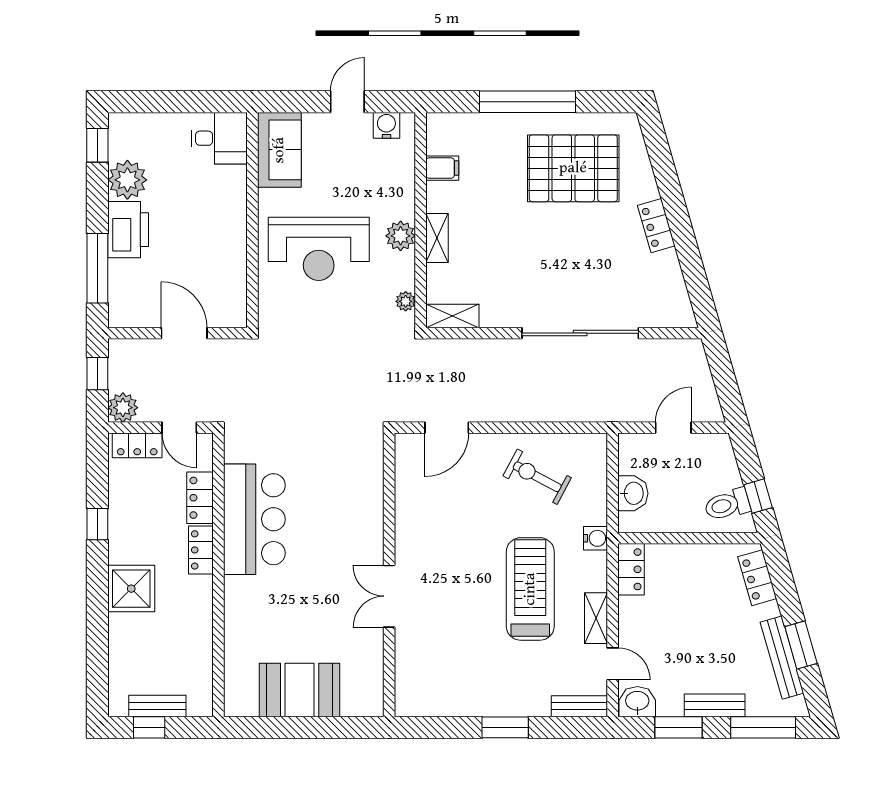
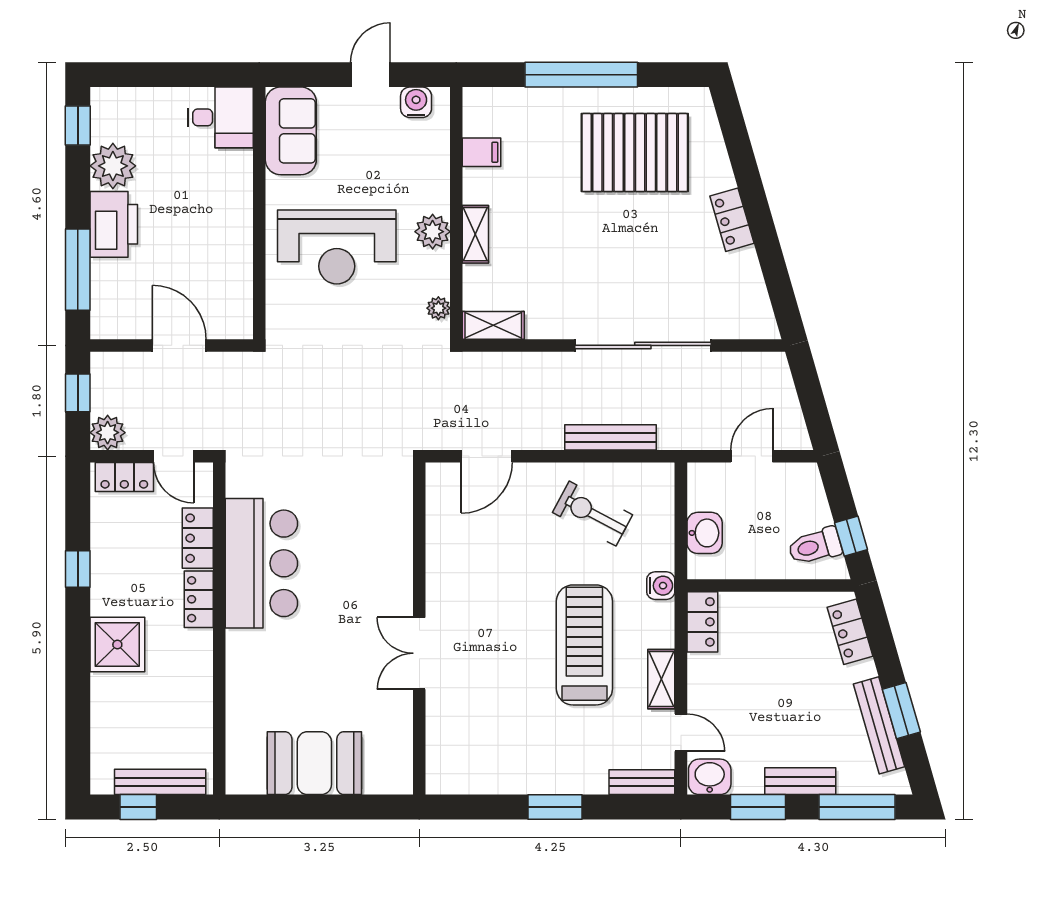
bench: (553, 412) -> (611, 437), added
bench: (157, 706) -> (160, 782), width x1.36

